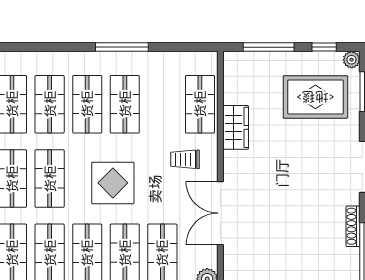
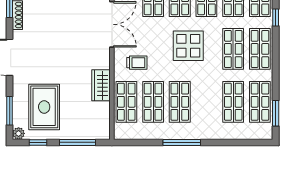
rug: (315, 97) -> (44, 107), turned 90
shop shelf: (87, 104) -> (153, 102), moved

